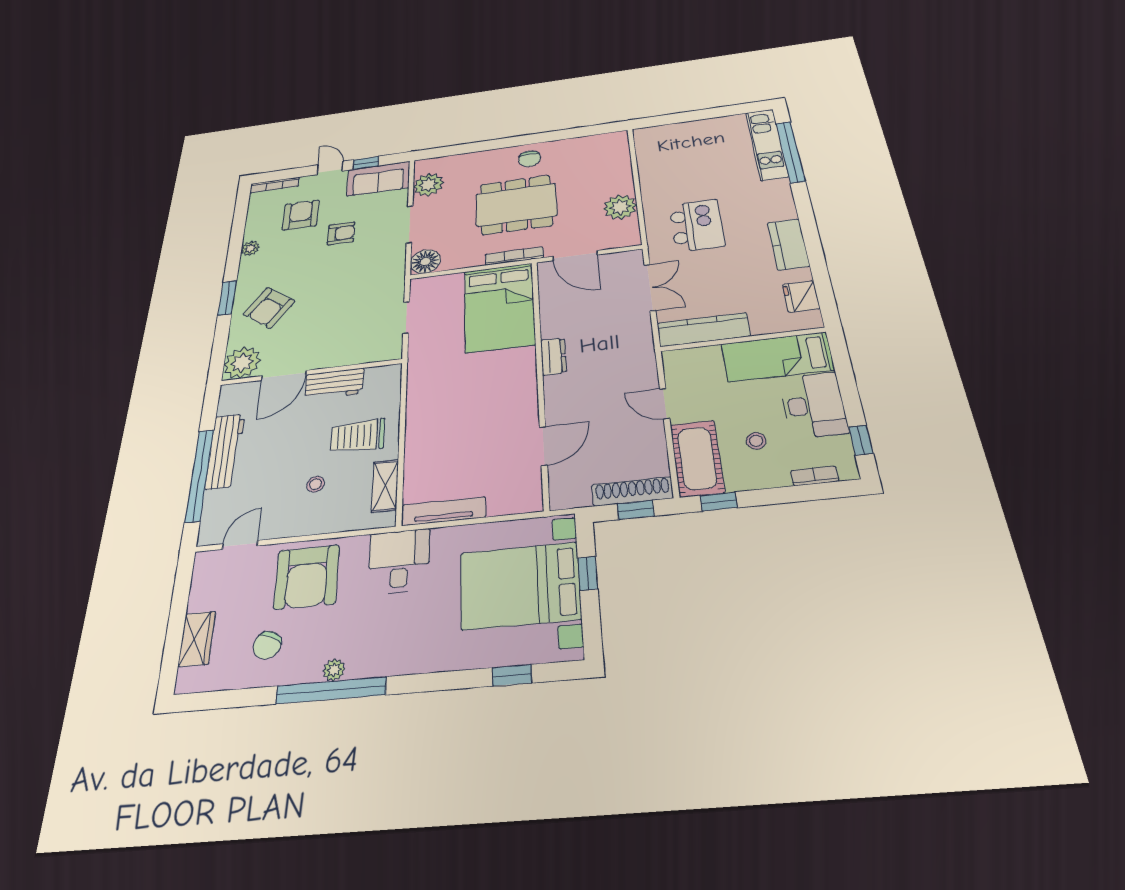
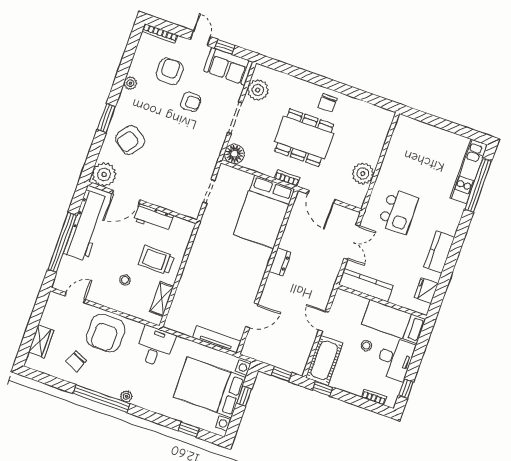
bookcase: (514, 256) -> (287, 178), width x0.64
stool: (756, 441) -> (366, 346), moved
workbench: (225, 451) -> (86, 226), width x1.36, depth x1.32
shoe rack: (632, 491) -> (285, 363), removed
tv unit: (443, 511) -> (217, 339), moved
plant: (334, 670) -> (126, 396), moved

